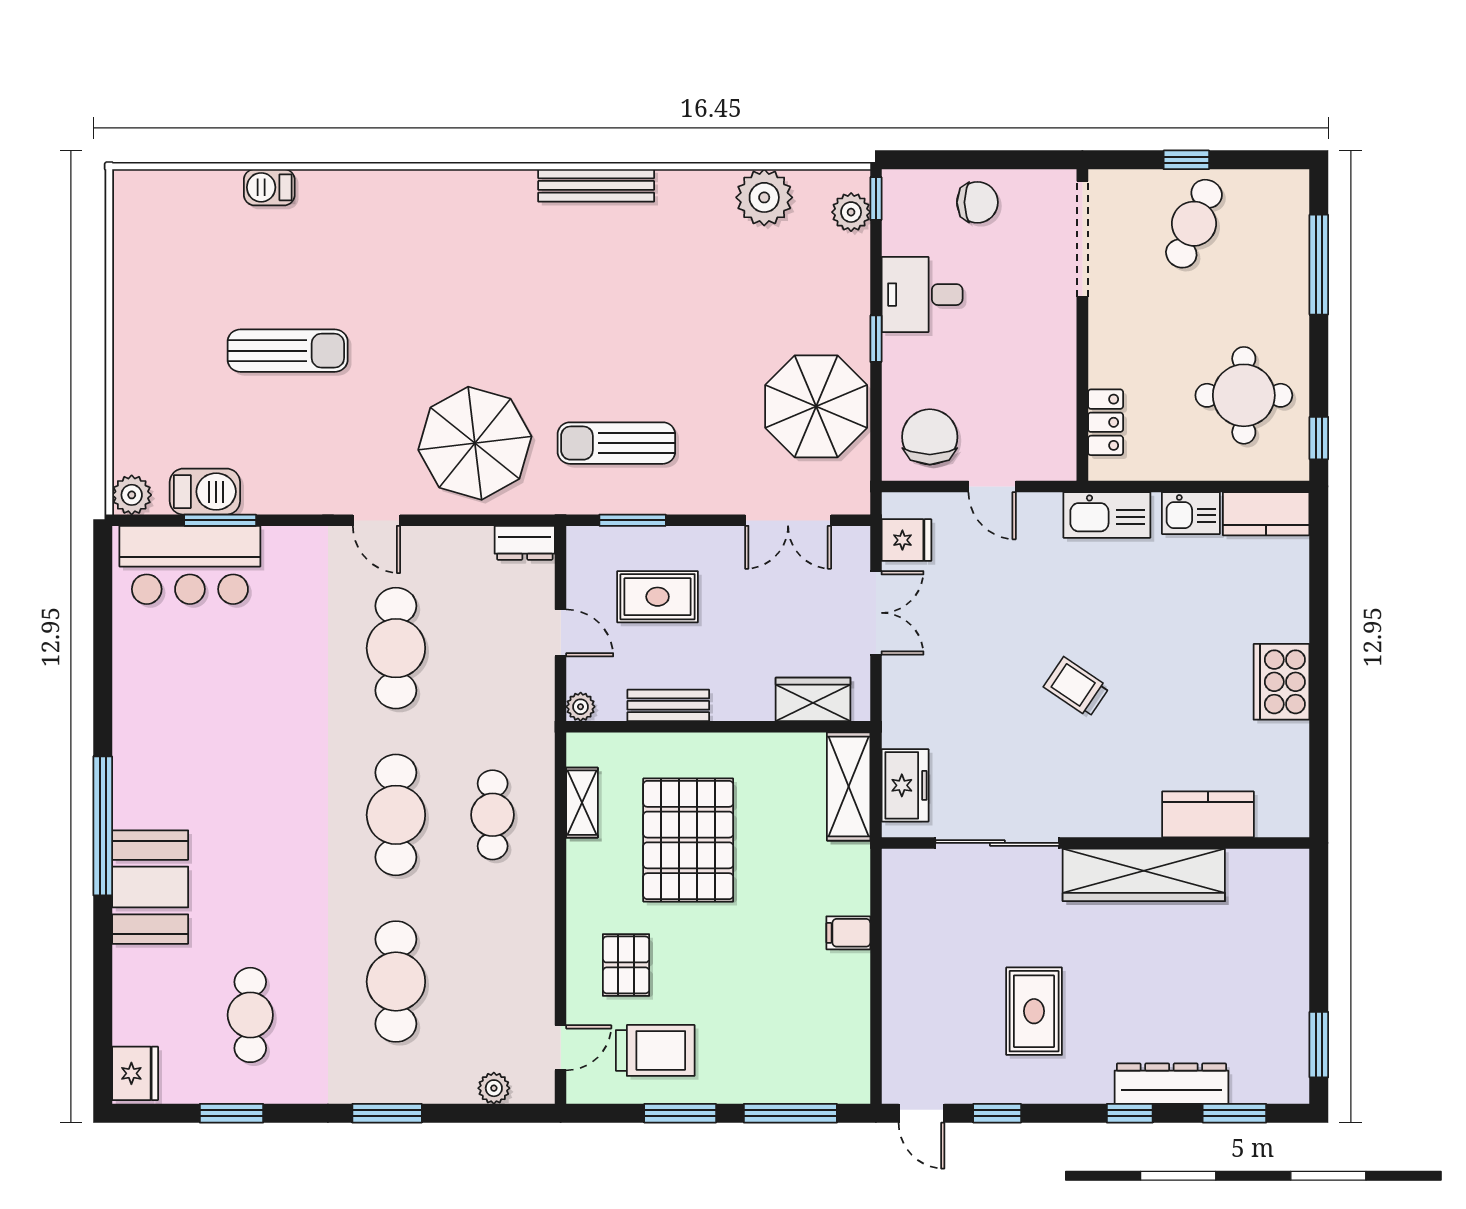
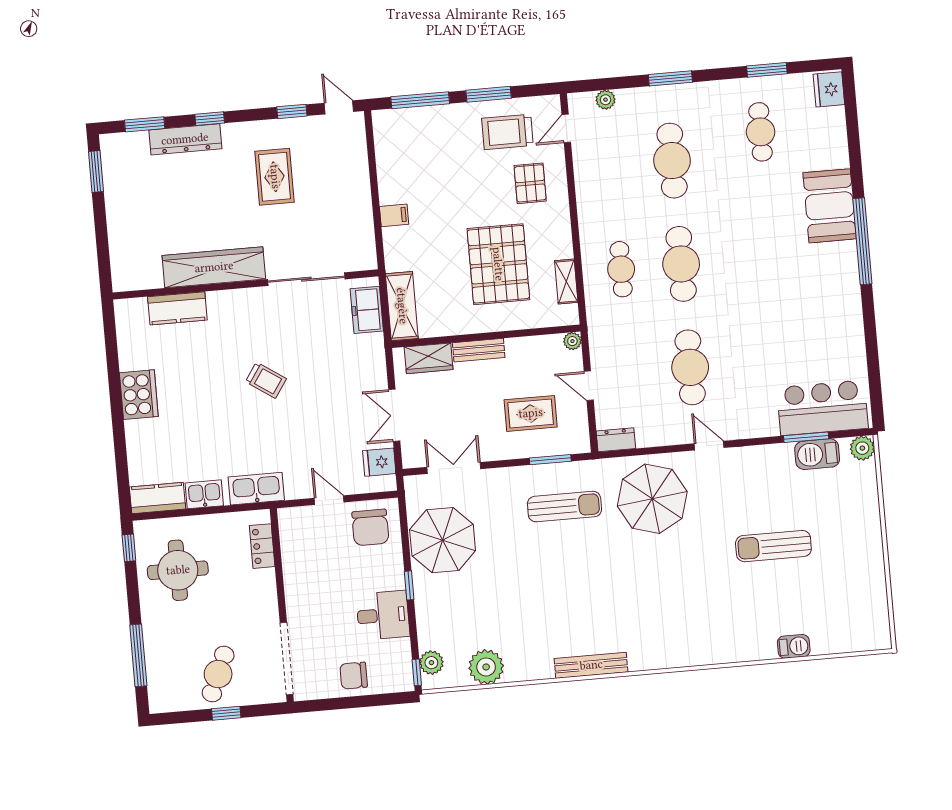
bench: (668, 705) -> (479, 350), moved

